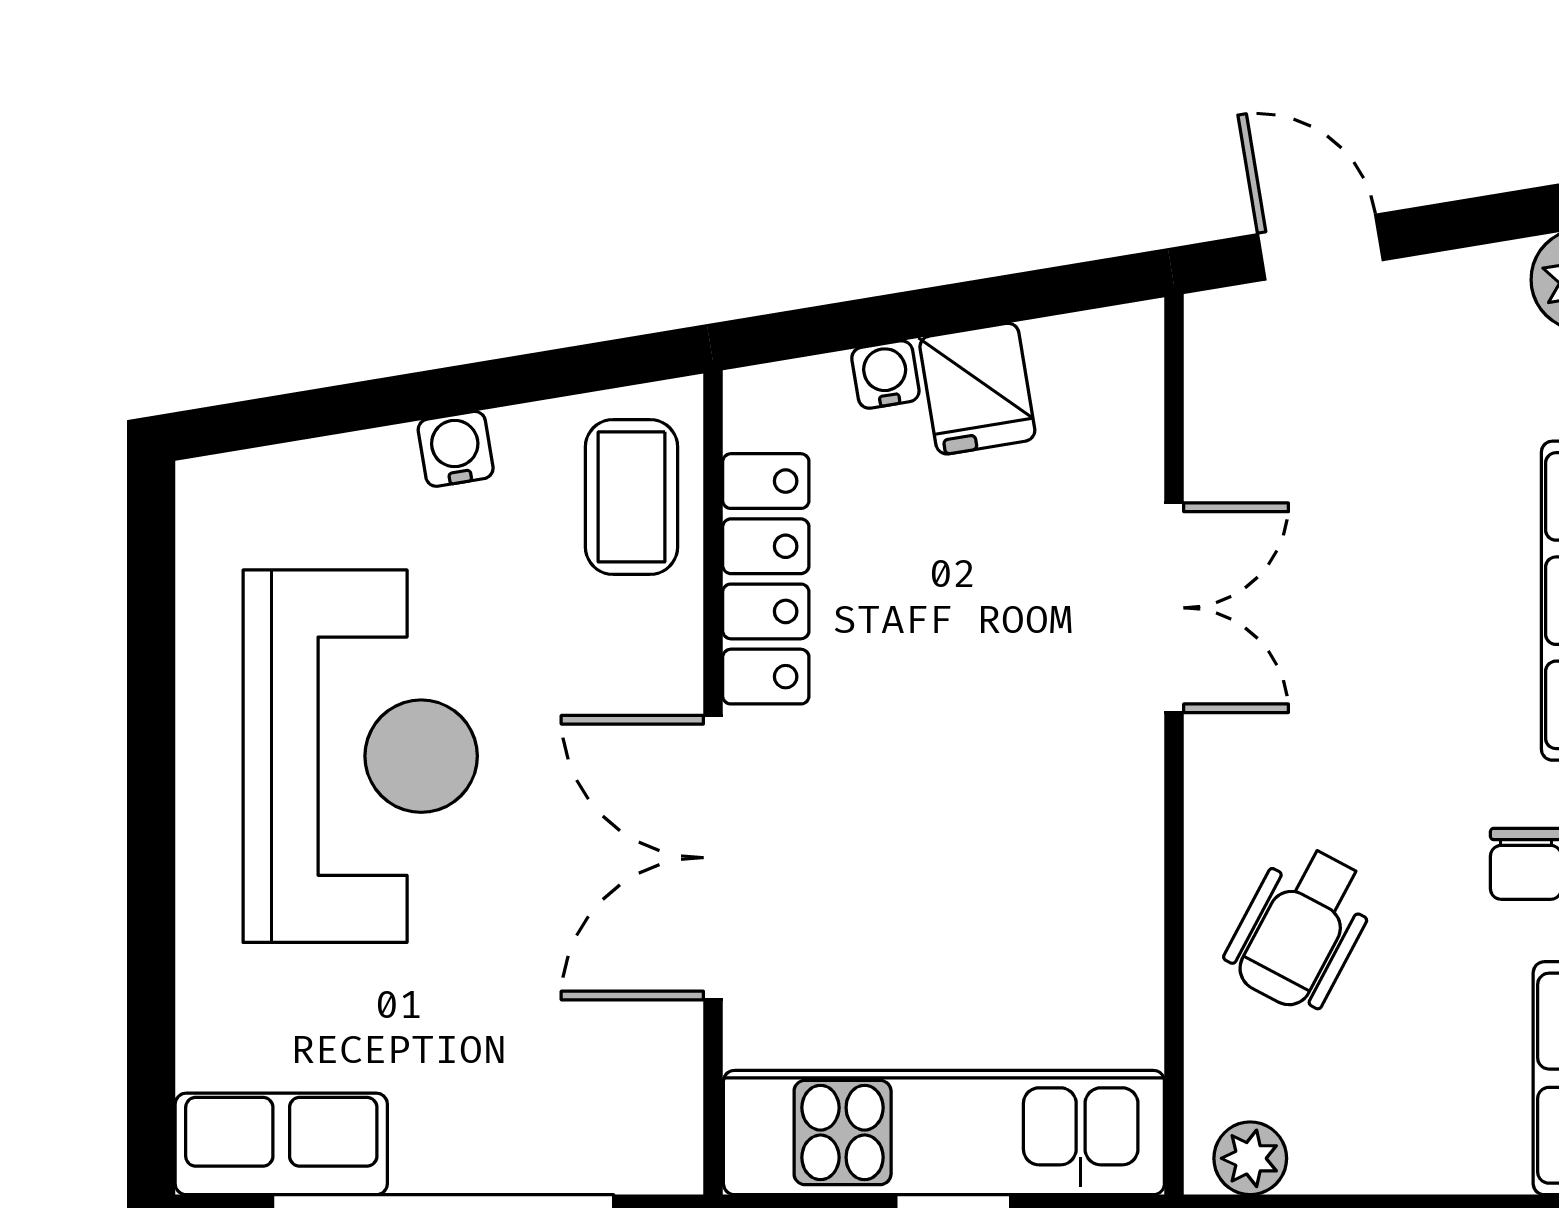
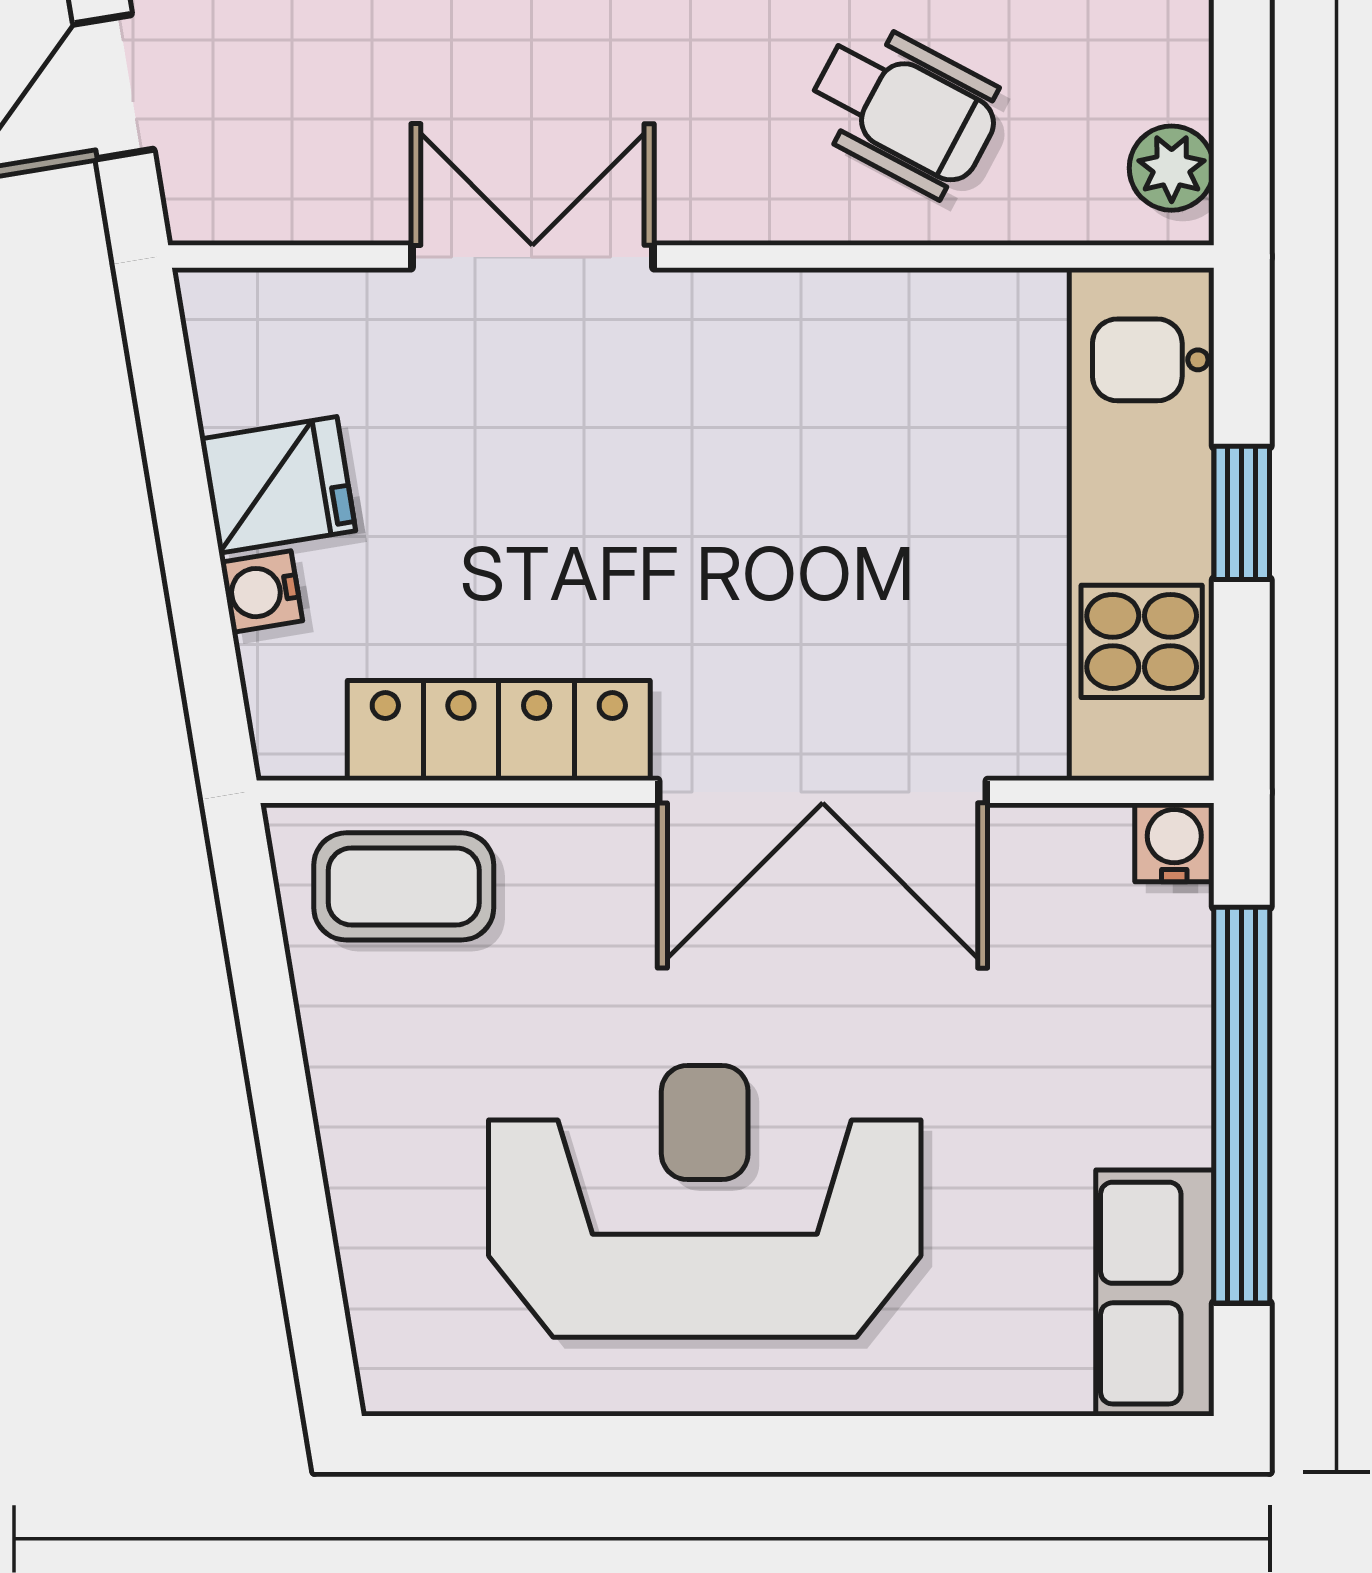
water cooler: (456, 449) -> (1174, 842), moved, turned 99

